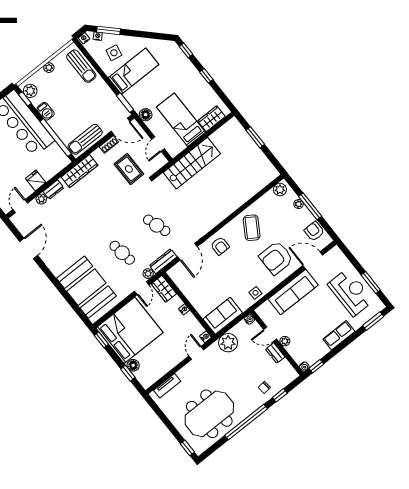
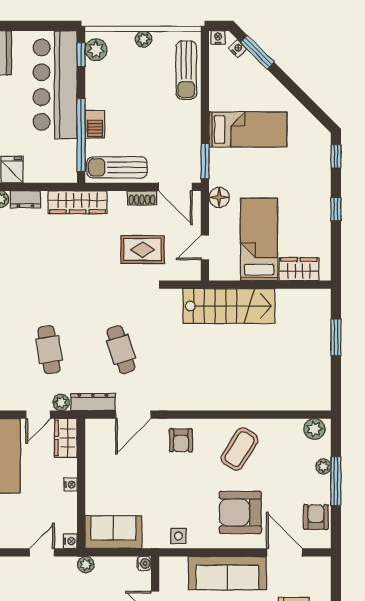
side table: (114, 53) -> (241, 86), removed
barbecue: (46, 111) -> (95, 124), moved
rug: (129, 169) -> (143, 250), turned 90
plant: (228, 343) -> (86, 565), width x0.53, depth x0.53

